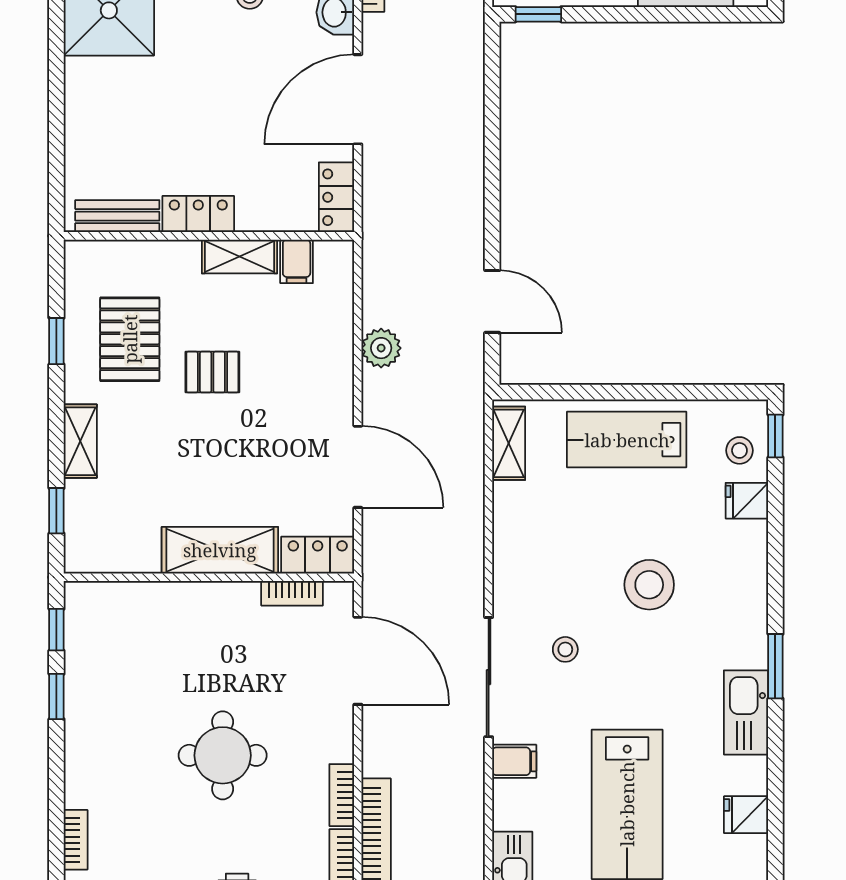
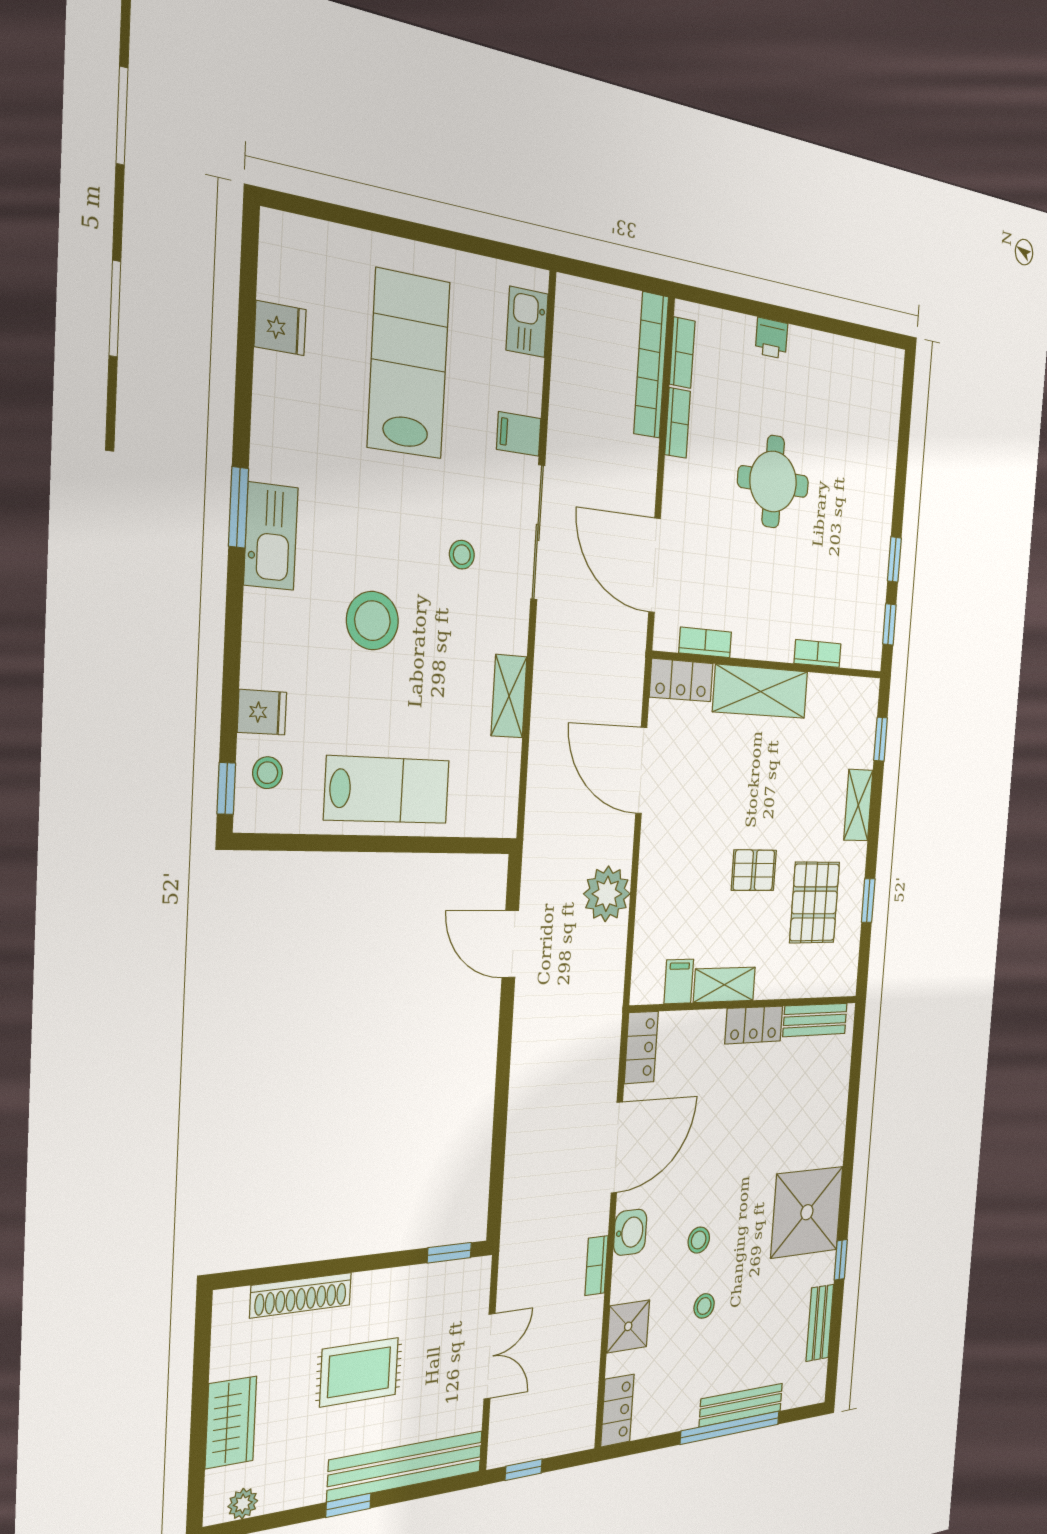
plant: (381, 348) -> (607, 894), width x1.36, depth x1.36
shelving: (509, 443) -> (509, 696), moved
kitchen sink: (746, 712) -> (271, 536), moved
bookcase: (76, 840) -> (818, 654), moved, turned 90

